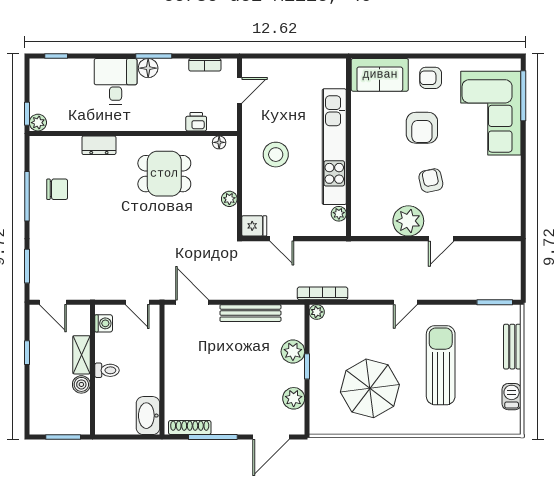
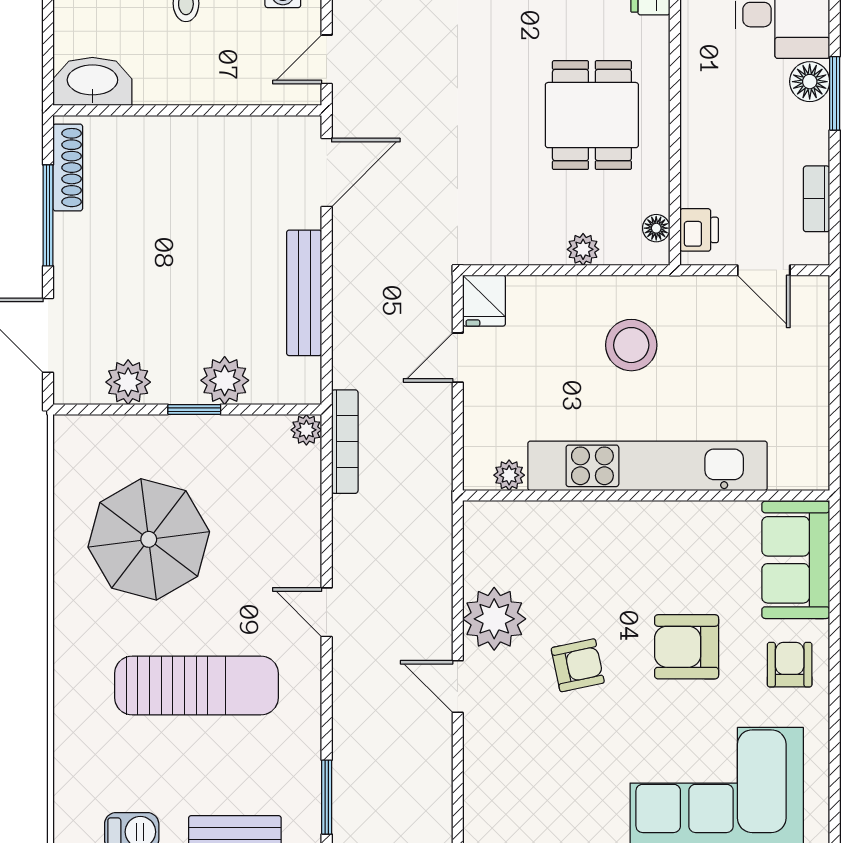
printer: (196, 122) -> (699, 230), moved
plant: (229, 199) -> (583, 249), moved

